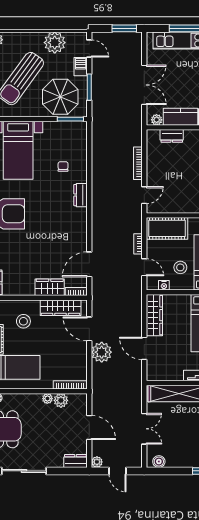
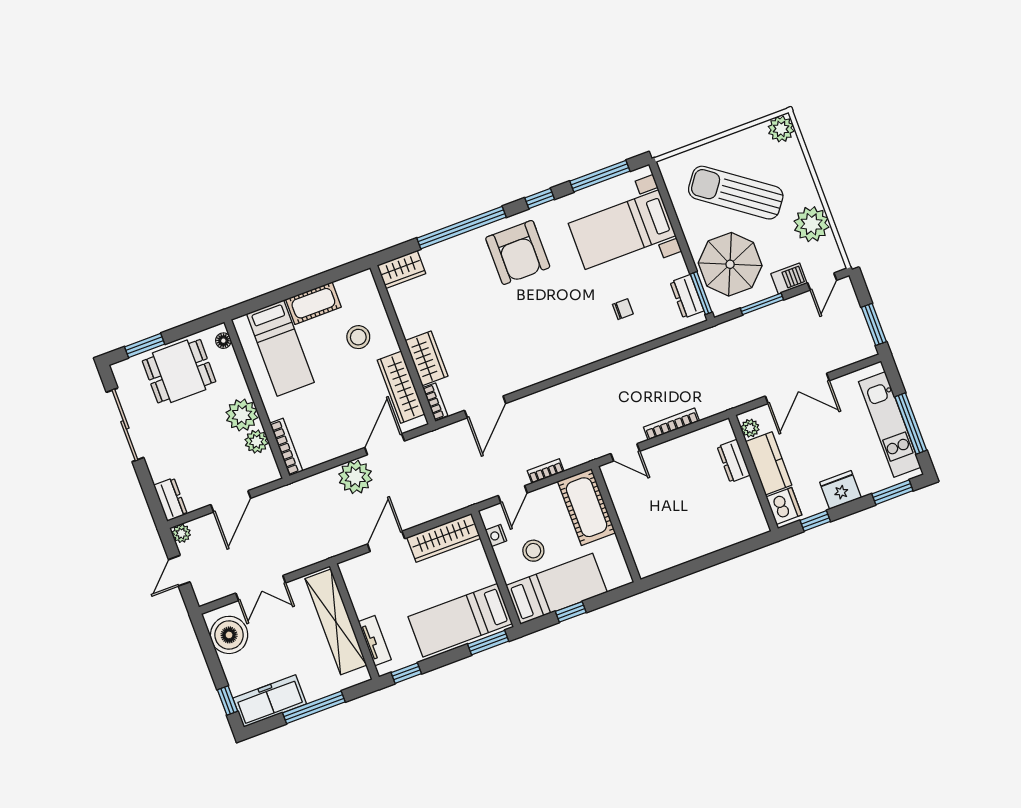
dresser: (81, 195) -> (687, 296), moved, turned -90
door: (89, 264) -> (485, 407), swing flipped
plant: (47, 399) -> (242, 415), width x1.88, depth x1.88
boiler: (159, 462) -> (229, 635), width x1.86, depth x1.86

